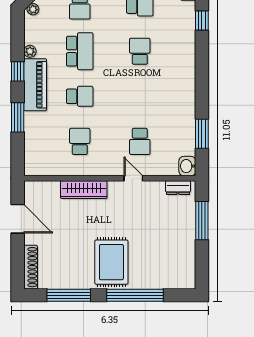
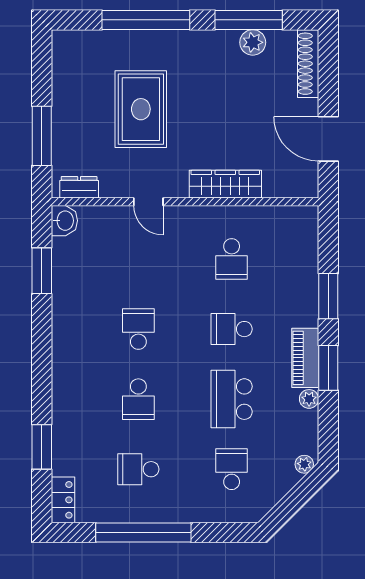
window: (202, 20) -> (42, 447), width x1.50
window: (18, 71) -> (328, 368), width x1.50
piano: (35, 85) -> (305, 358), width x0.73, depth x0.75
school desk: (140, 141) -> (138, 329), moved
rug: (111, 262) -> (141, 109), moved
plant: (66, 281) -> (253, 42), added

